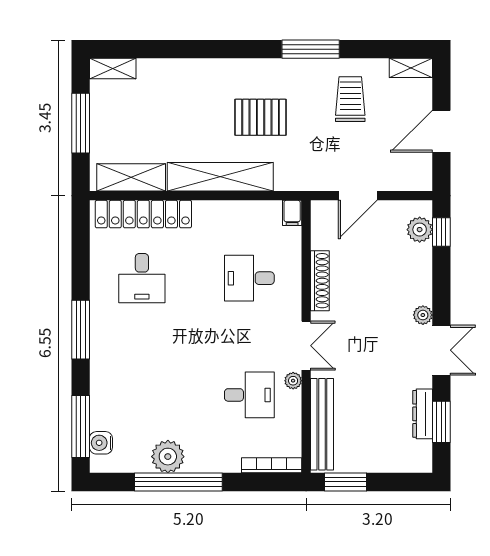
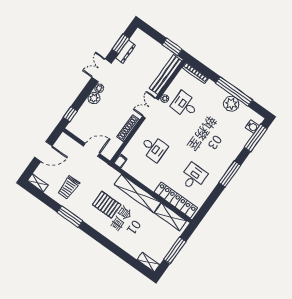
plant: (420, 230) -> (94, 98), moved

